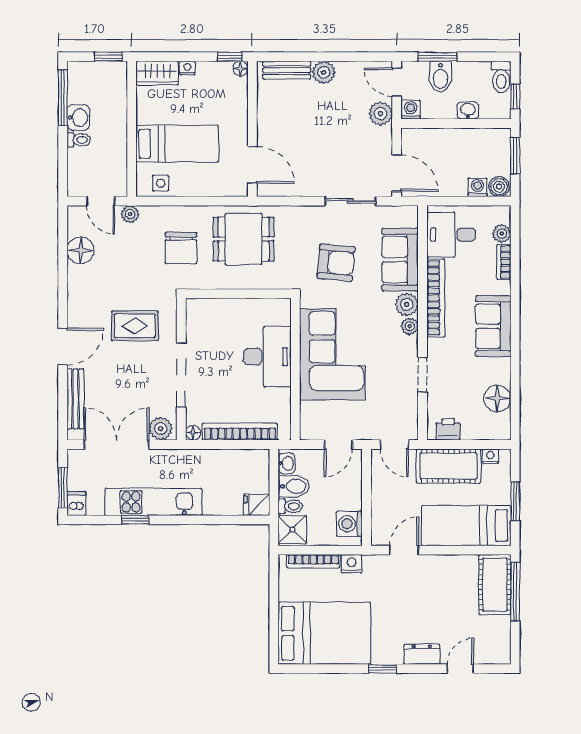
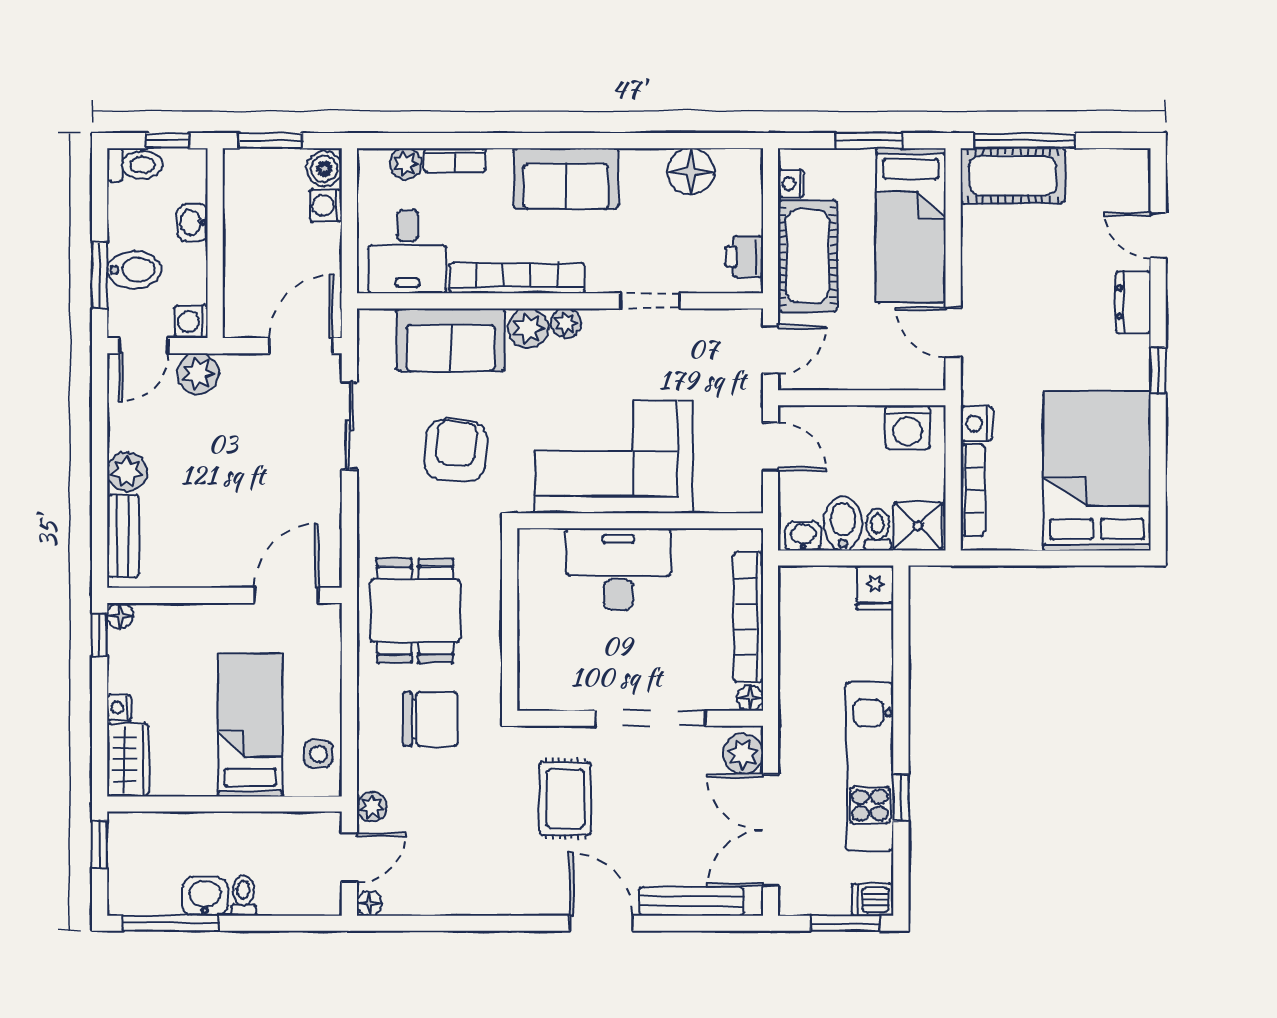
floor lamp: (81, 250) -> (369, 903), moved, width x0.53, depth x0.53

